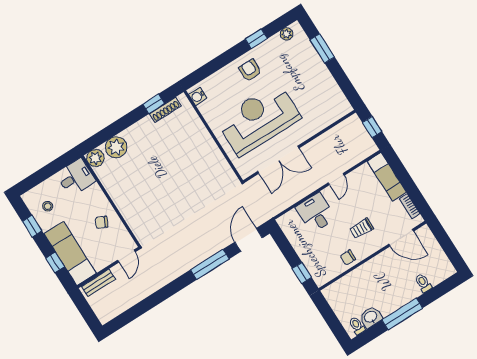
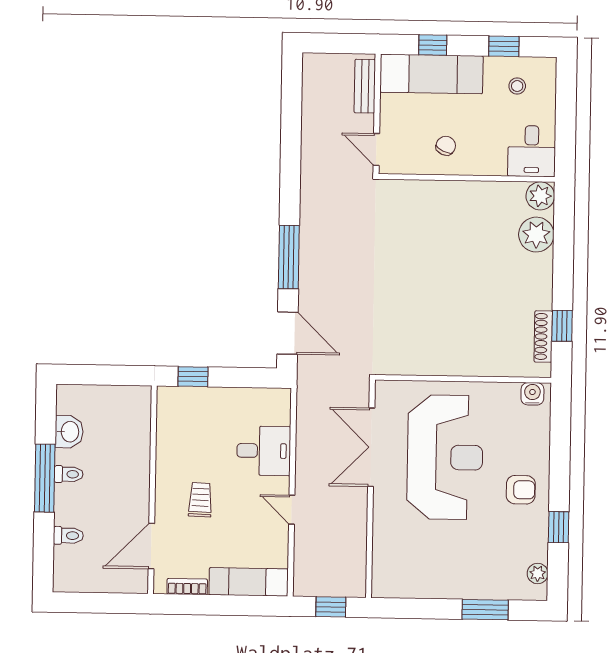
chair: (348, 258) -> (172, 454), removed
toilet: (357, 326) -> (69, 474), moved

